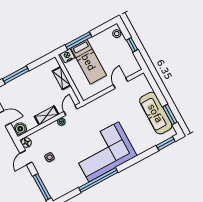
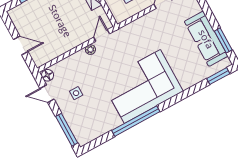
shelving: (47, 116) -> (72, 42), removed
boiler: (20, 129) -> (40, 58), removed
door: (26, 158) -> (47, 94), hinge flipped

